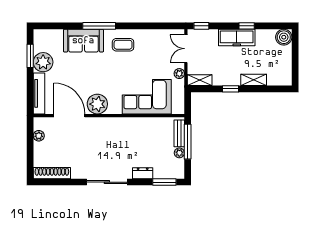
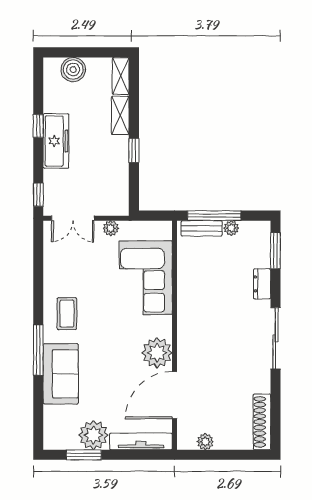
boiler: (284, 37) -> (73, 70), moved
shelving: (200, 80) -> (121, 76), moved

